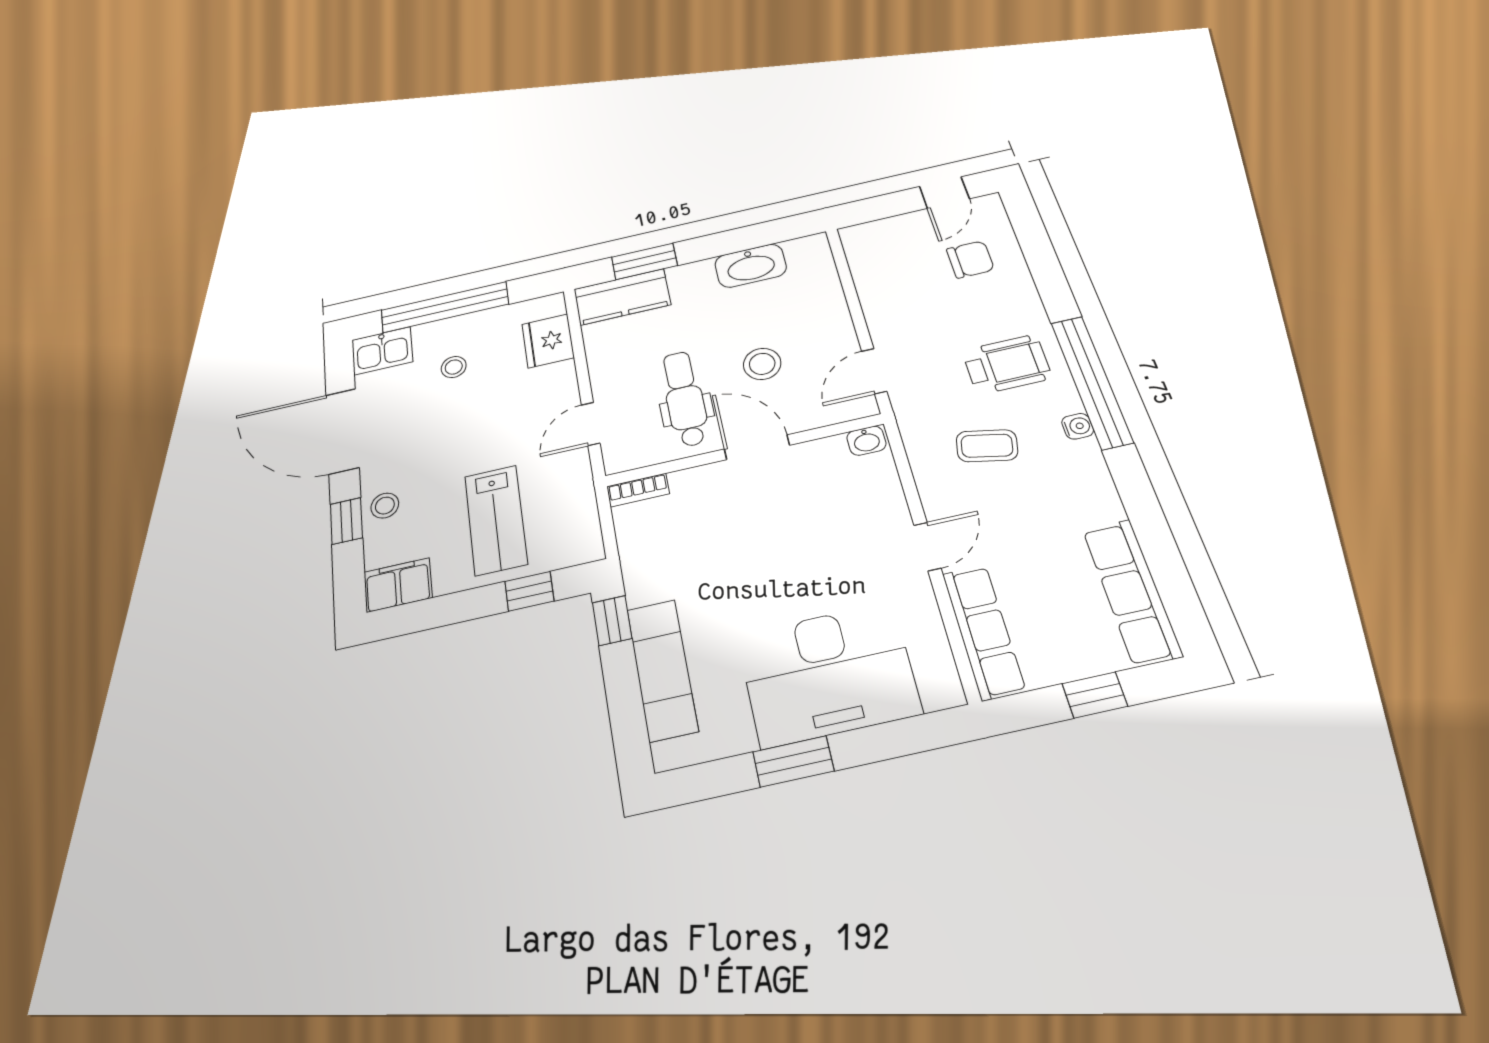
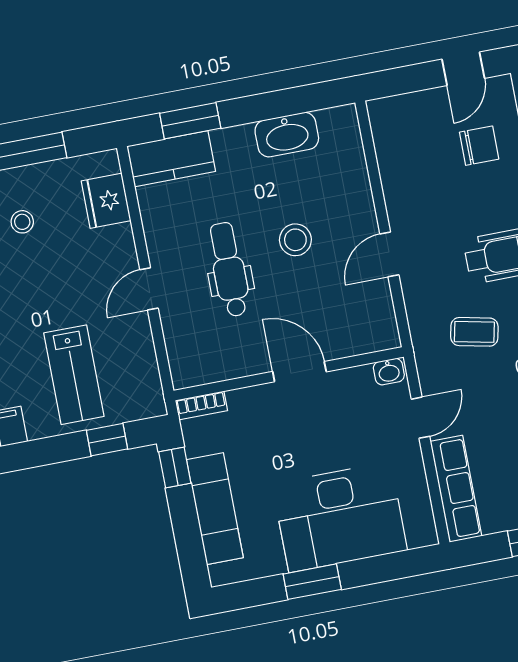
washbasin: (866, 441) -> (389, 372), moved
door: (757, 447) -> (299, 372), moved
wall: (744, 450) -> (289, 374), moved
bookcase: (638, 490) -> (201, 405), moved

